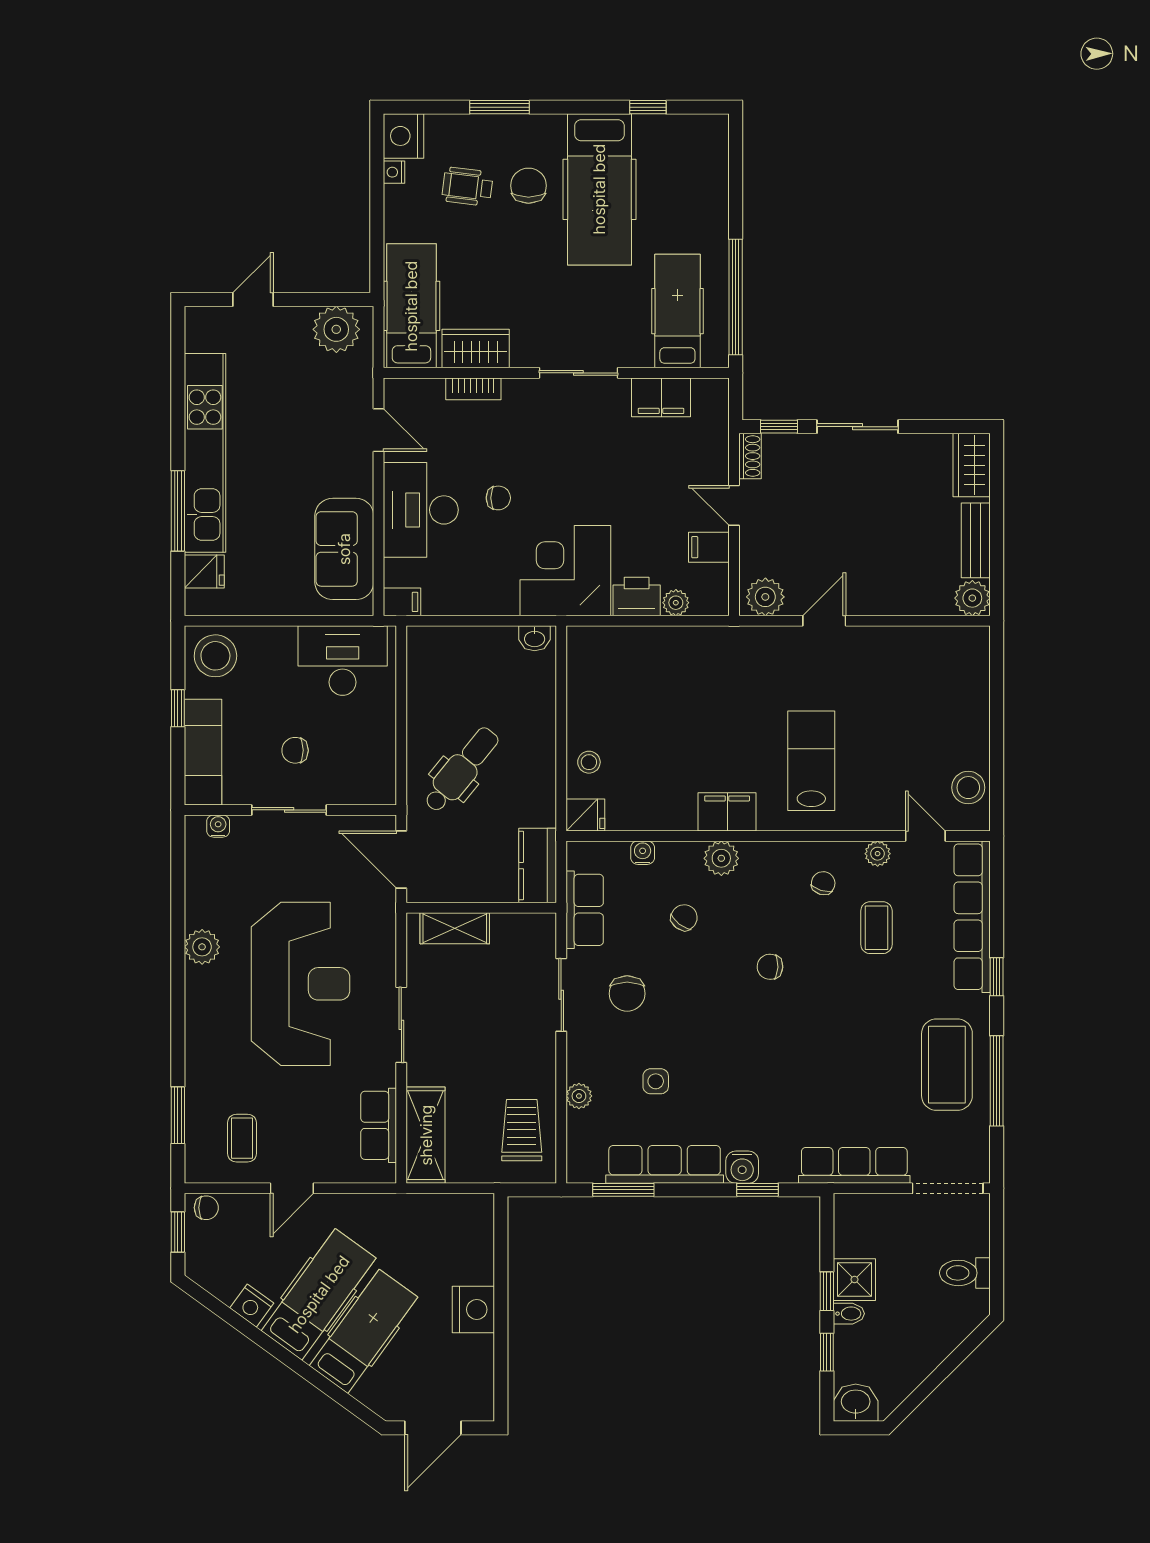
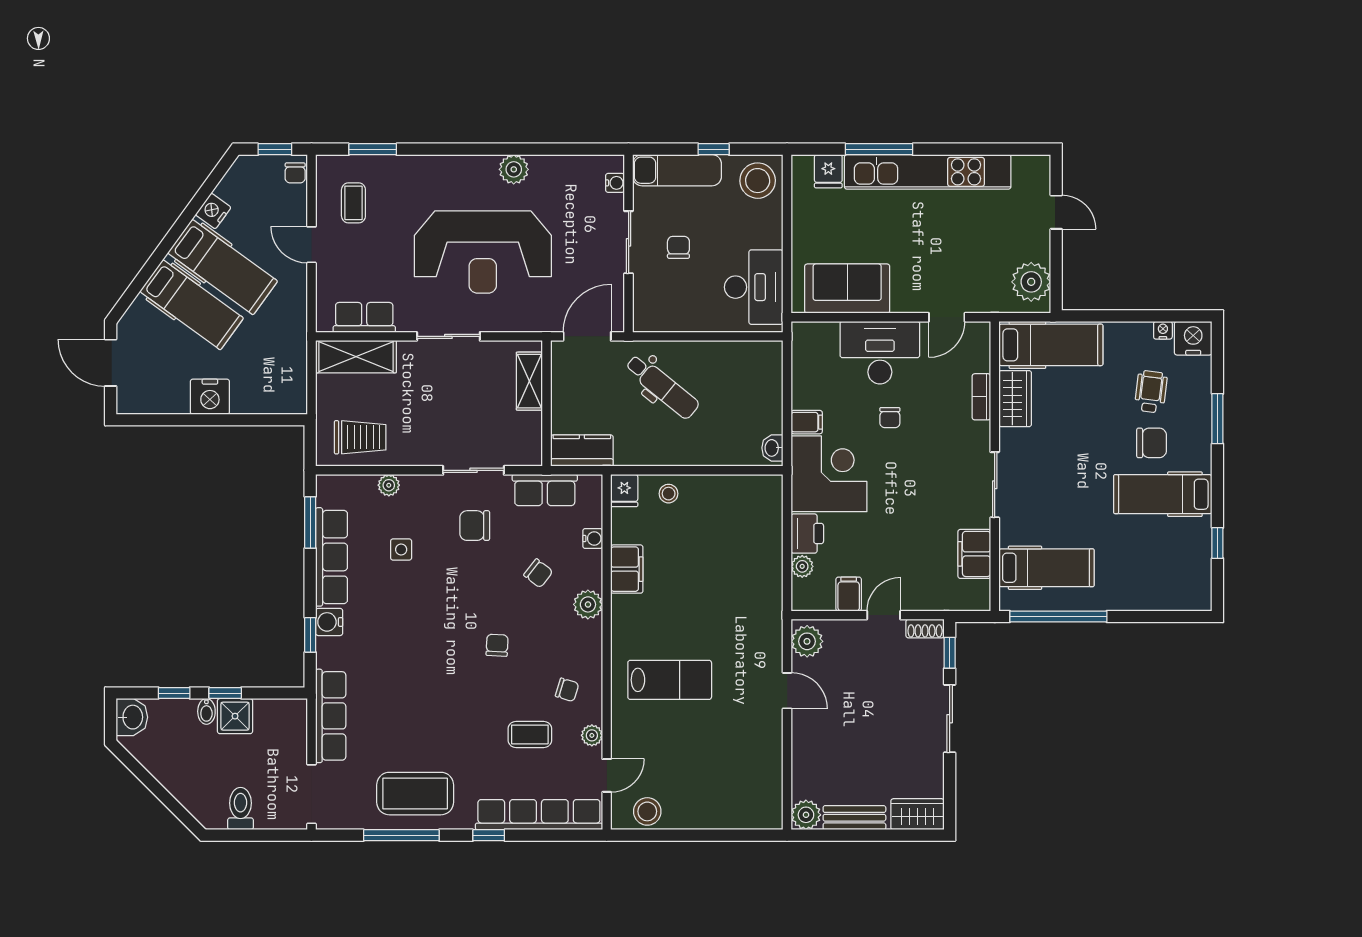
hospital bed: (599, 189) -> (1163, 494), width x0.73, depth x0.78
filing cabinet: (402, 602) -> (807, 422), moved, turned -90
filing cabinet: (727, 812) -> (627, 569), moved
coffee table: (242, 1138) -> (353, 203), turned 90

